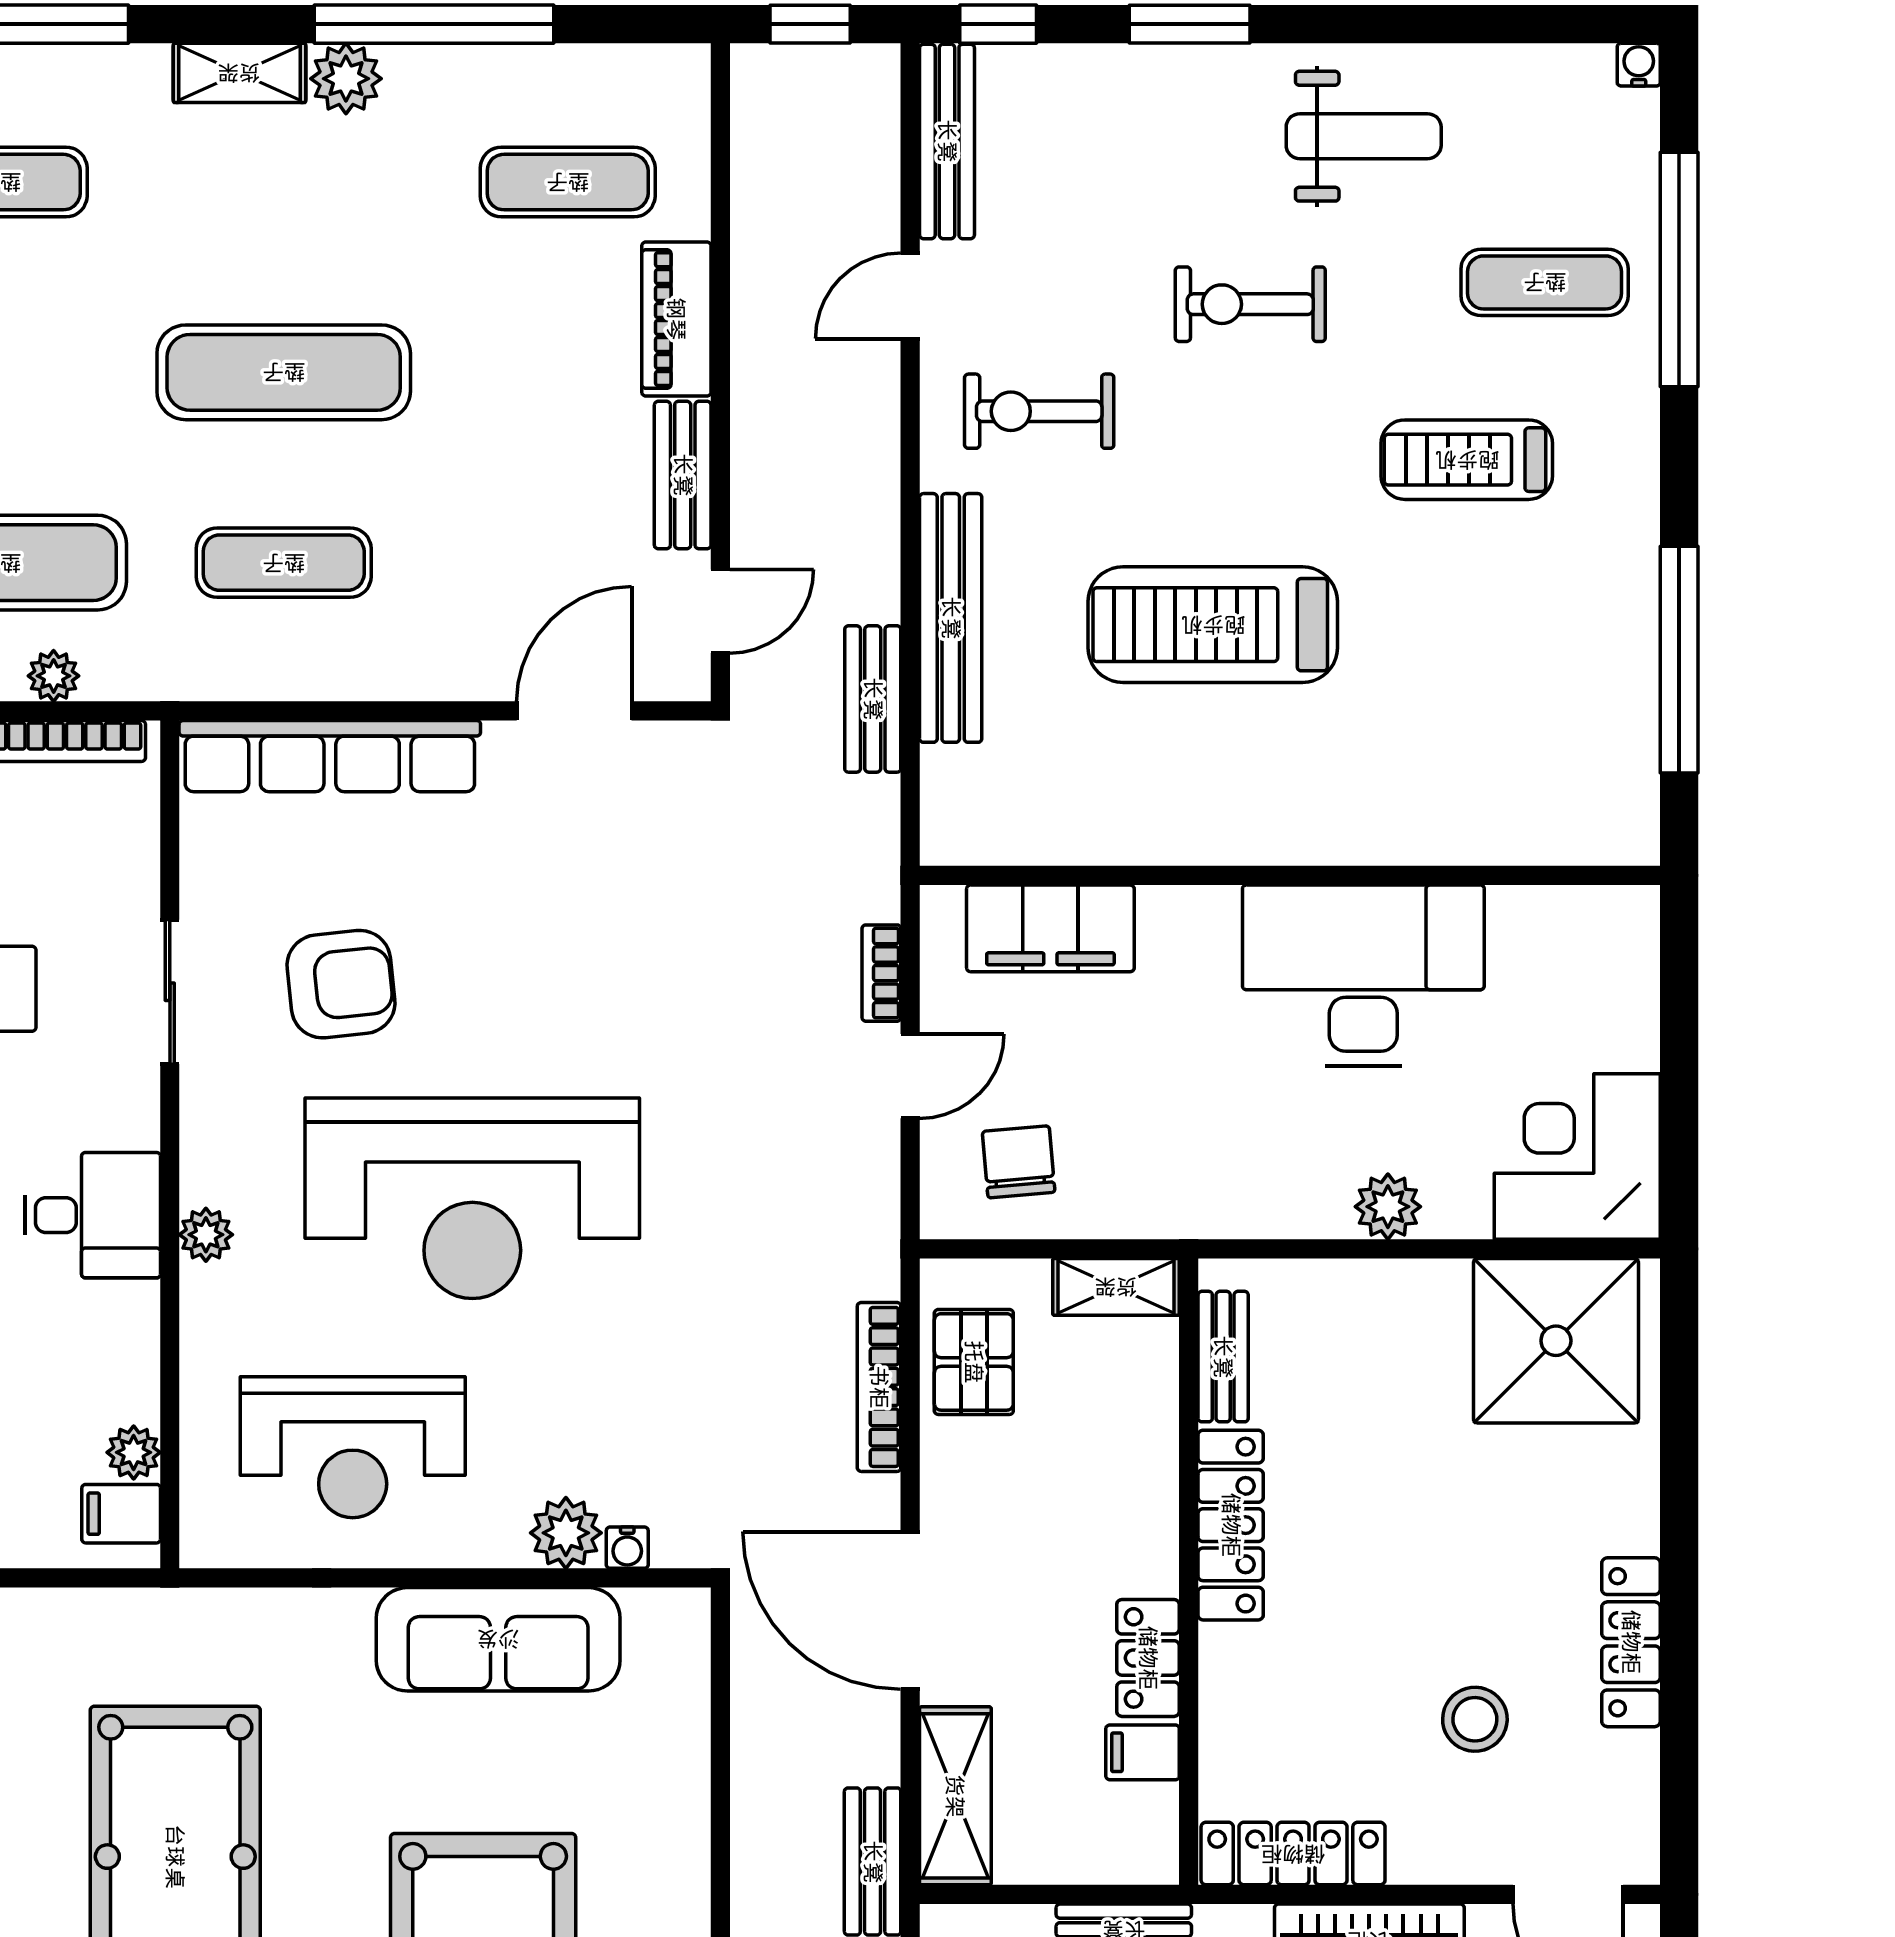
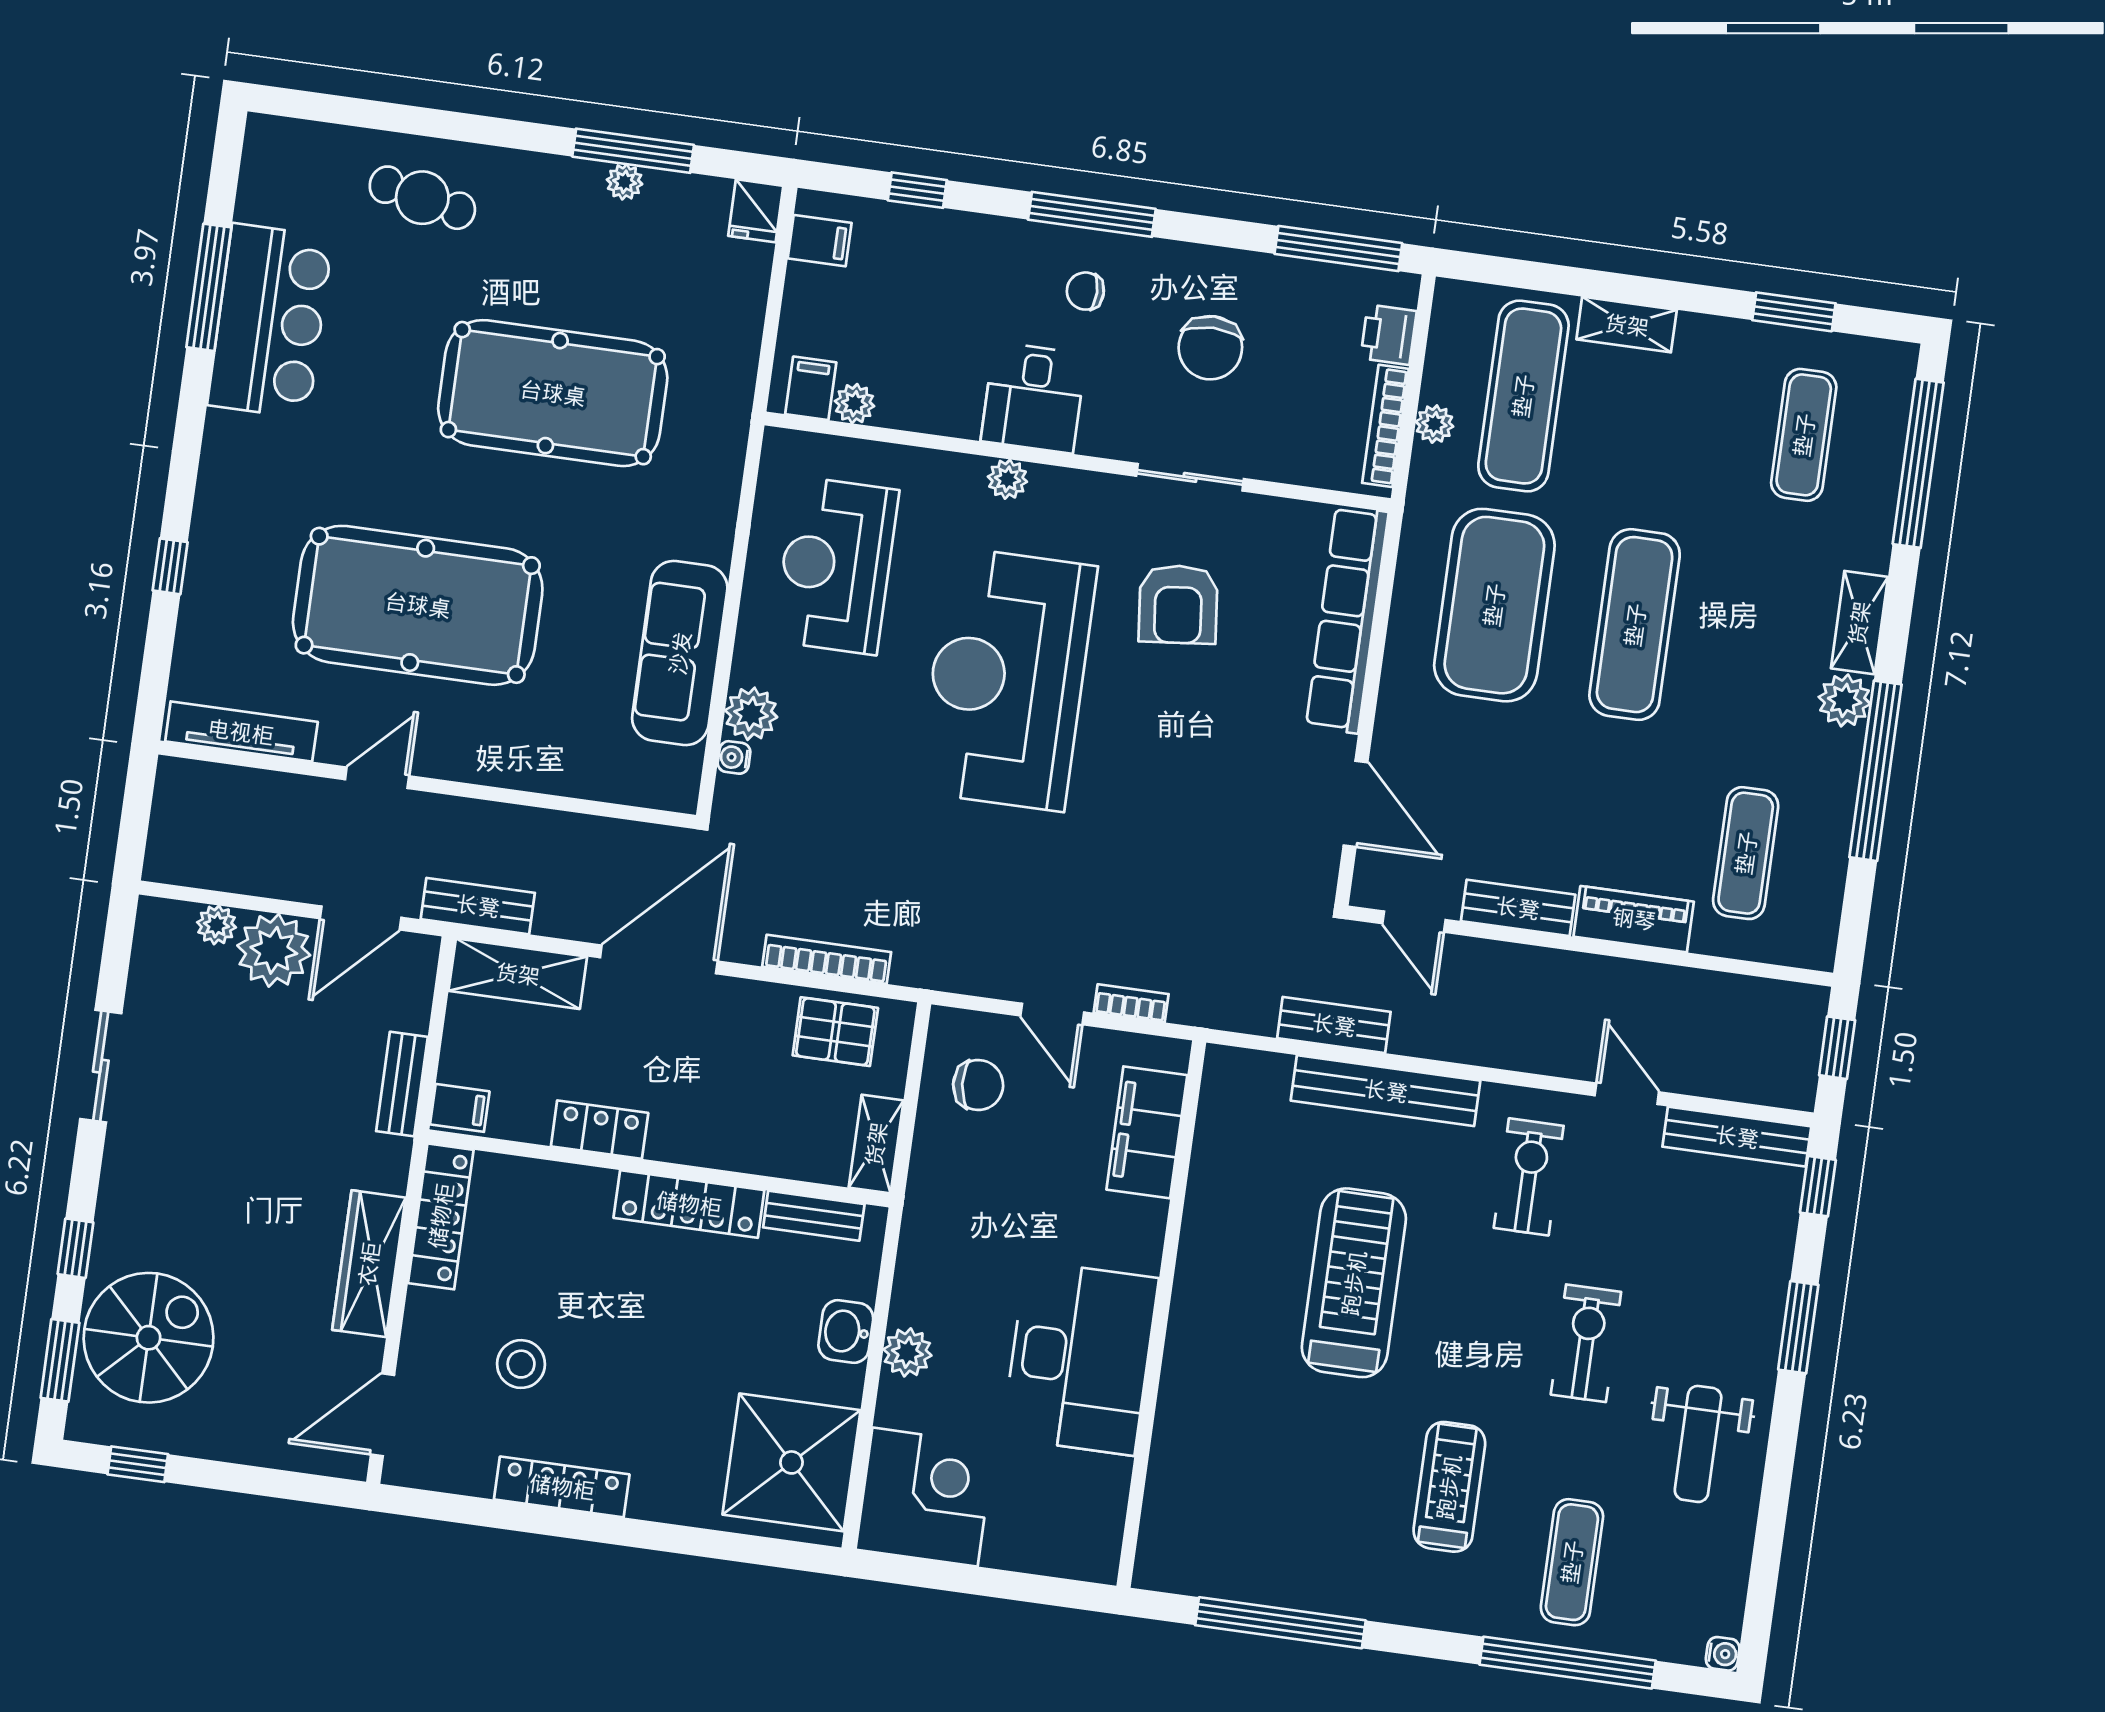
exercise mat: (284, 563) -> (1494, 605), width x2.00, depth x1.45
washbasin: (1371, 1293) -> (846, 1331), added
filing cabinet: (1143, 1752) -> (460, 1108), moved, turned 90

